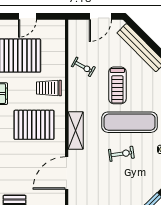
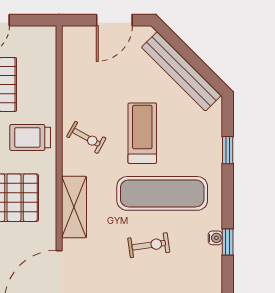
exercise bike: (83, 67) -> (86, 137), moved
treadmill: (117, 85) -> (142, 133), turned 180

